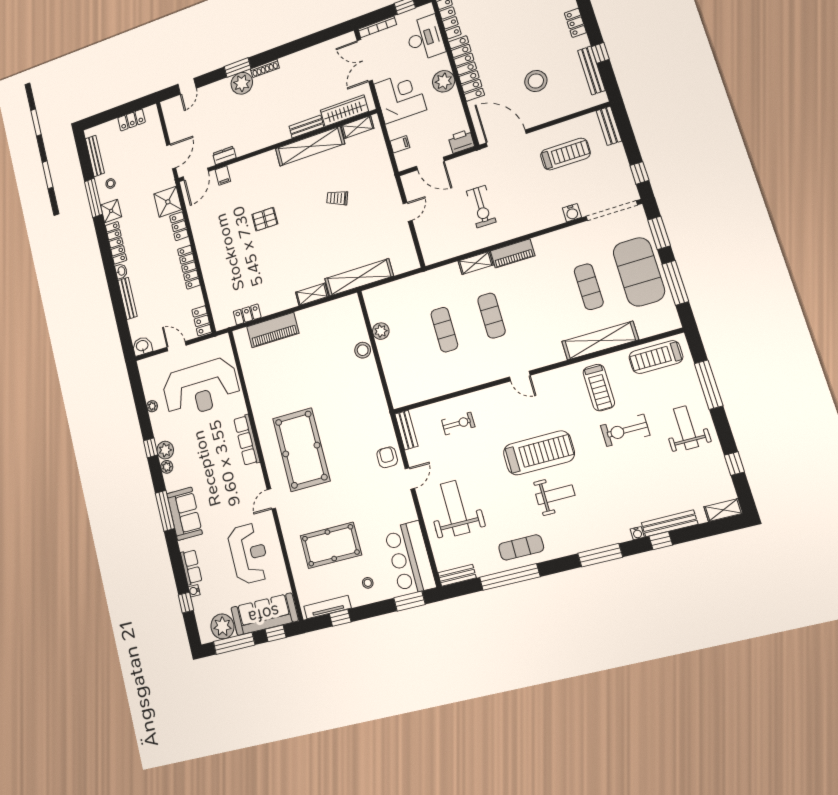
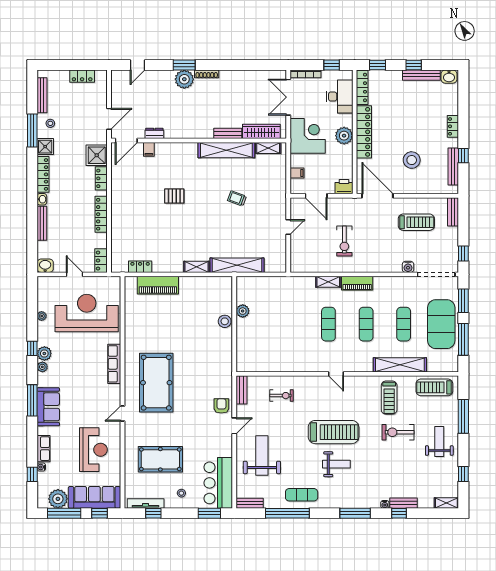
exercise mat: (444, 330) -> (366, 324), moved
reception desk: (201, 388) -> (87, 313), turned 180
bench: (670, 523) -> (403, 503), width x0.73

